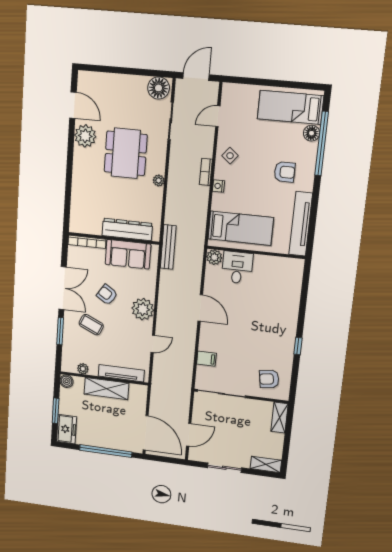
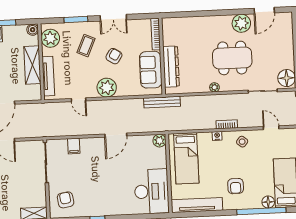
desk: (237, 268) -> (152, 191), moved, width x1.87, depth x1.30
double door: (63, 288) -> (113, 18), width x0.73
plant: (83, 369) -> (50, 38), width x1.87, depth x1.87

